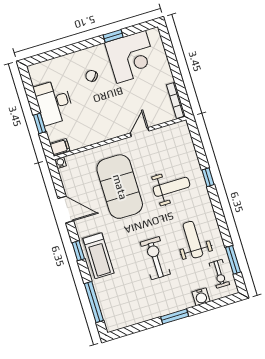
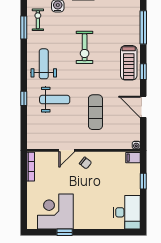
chair: (92, 76) -> (85, 163), moved
desk: (54, 102) -> (127, 212), moved
exercise mat: (120, 187) -> (95, 112), width x0.50, depth x0.69
weight bench: (171, 187) -> (55, 100), turned 180
weight bench: (193, 240) -> (44, 64), moved, turned 180
treadmill: (98, 256) -> (129, 63), turned 180

